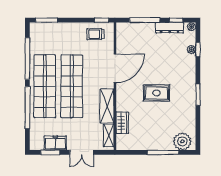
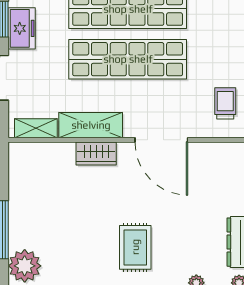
rug: (156, 93) -> (135, 247), moved
wardrobe: (122, 123) -> (96, 154), moved

